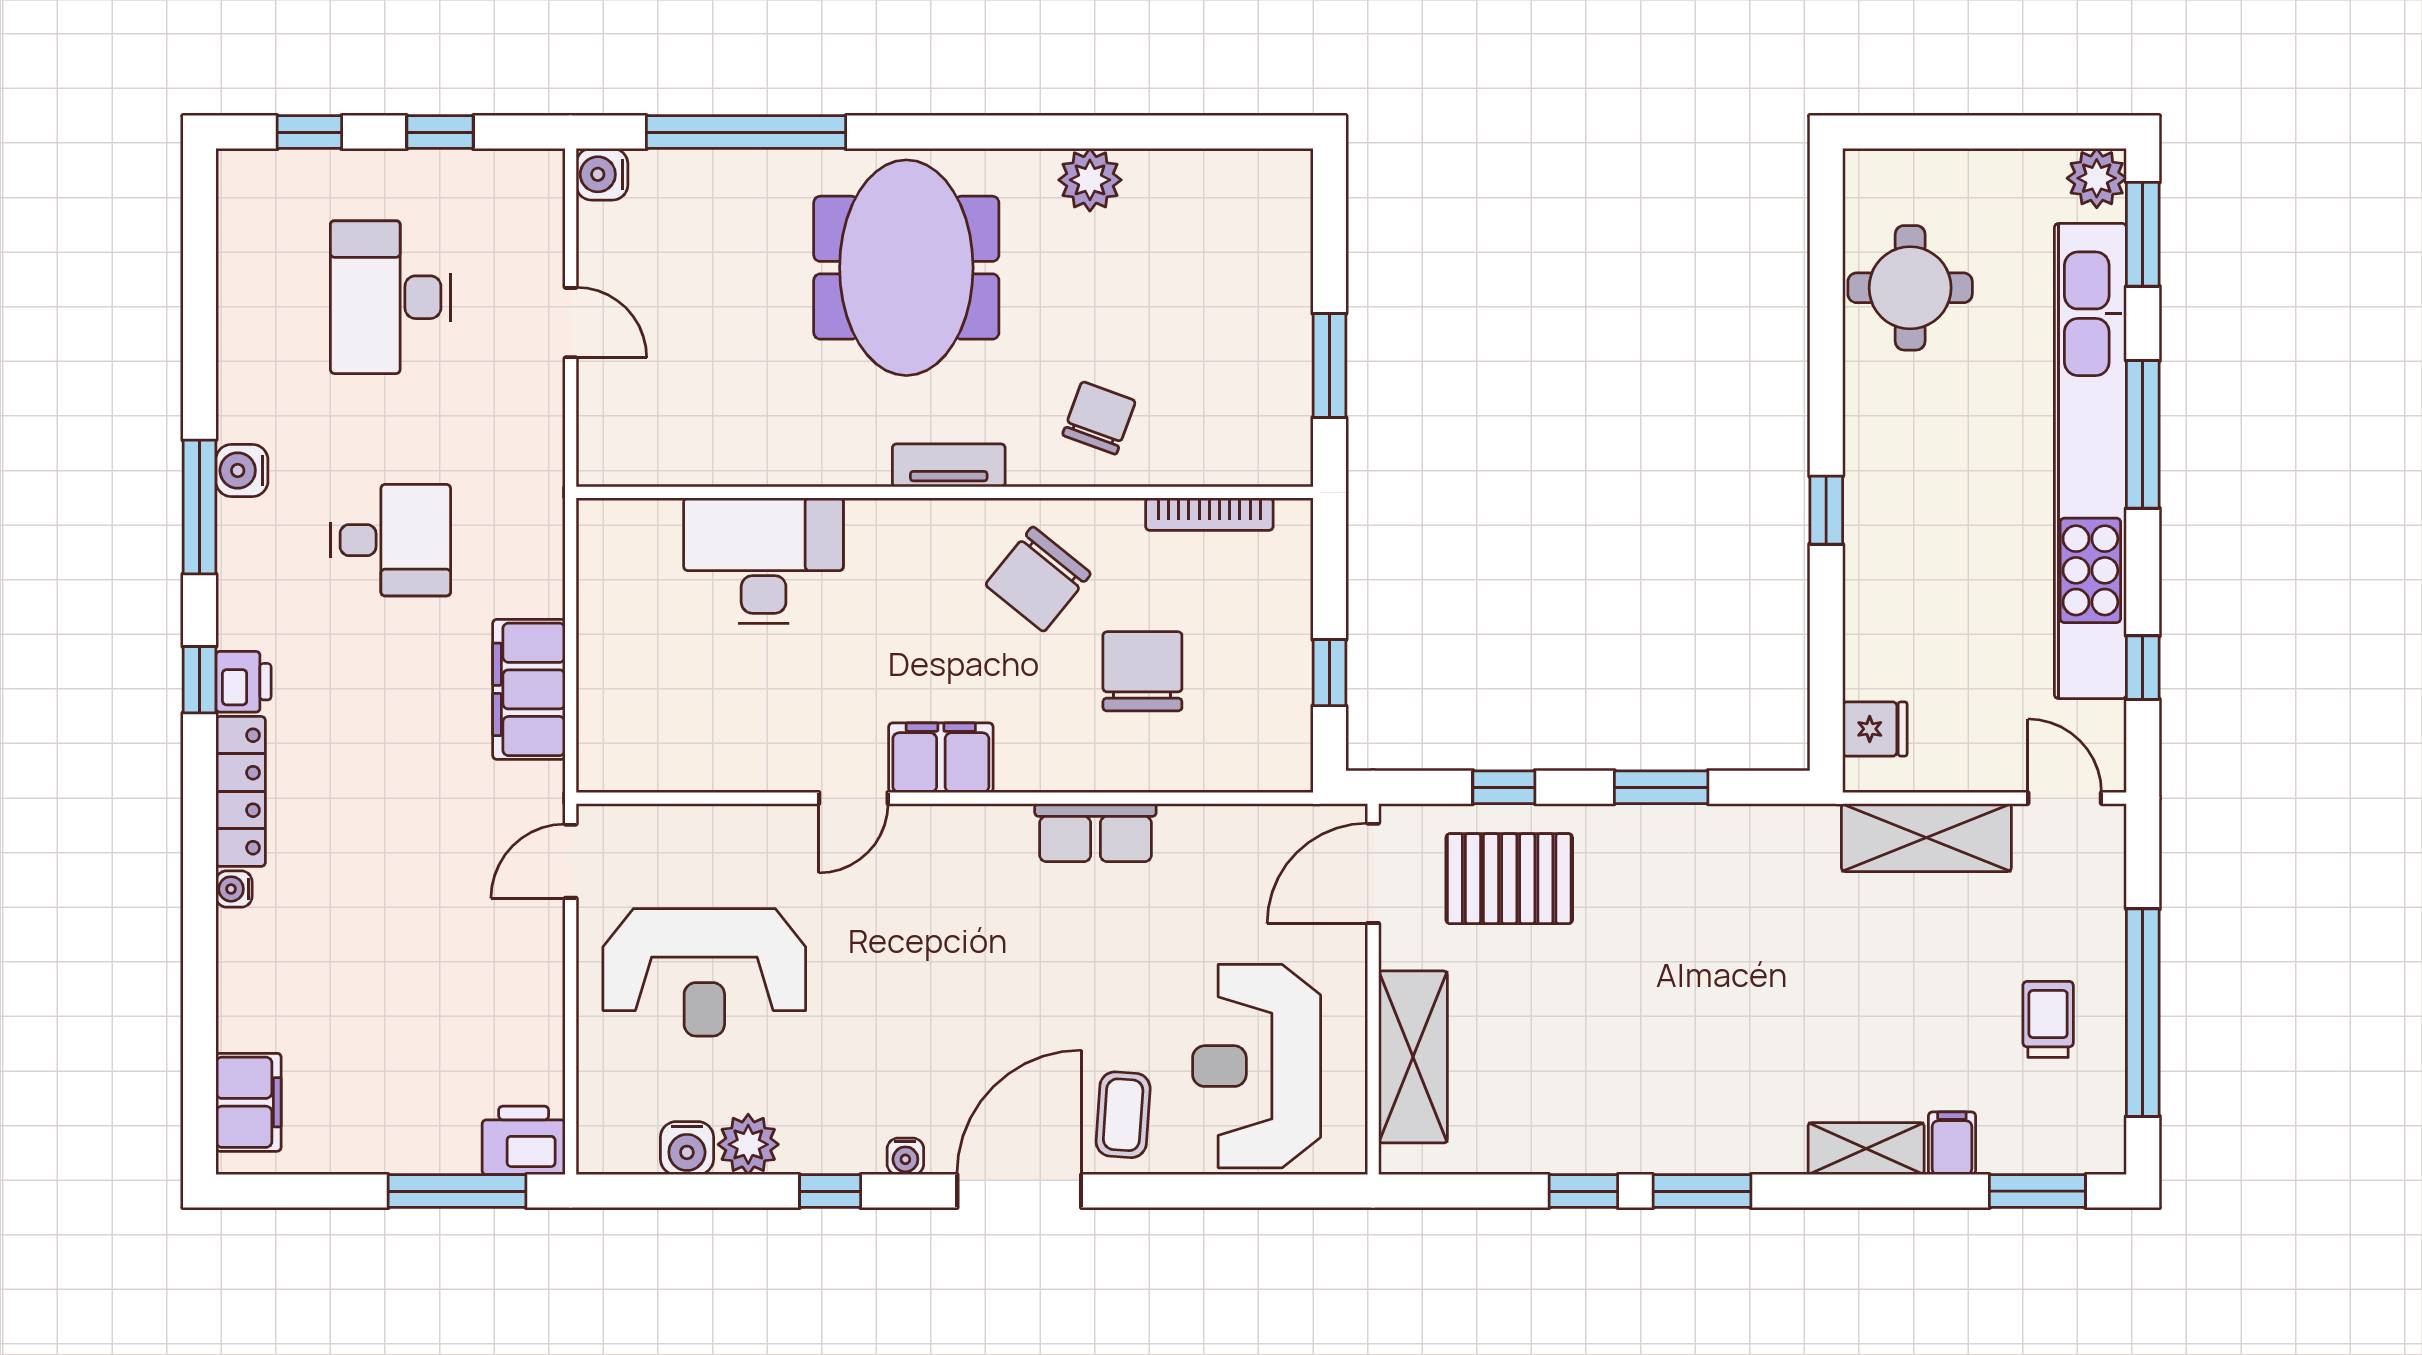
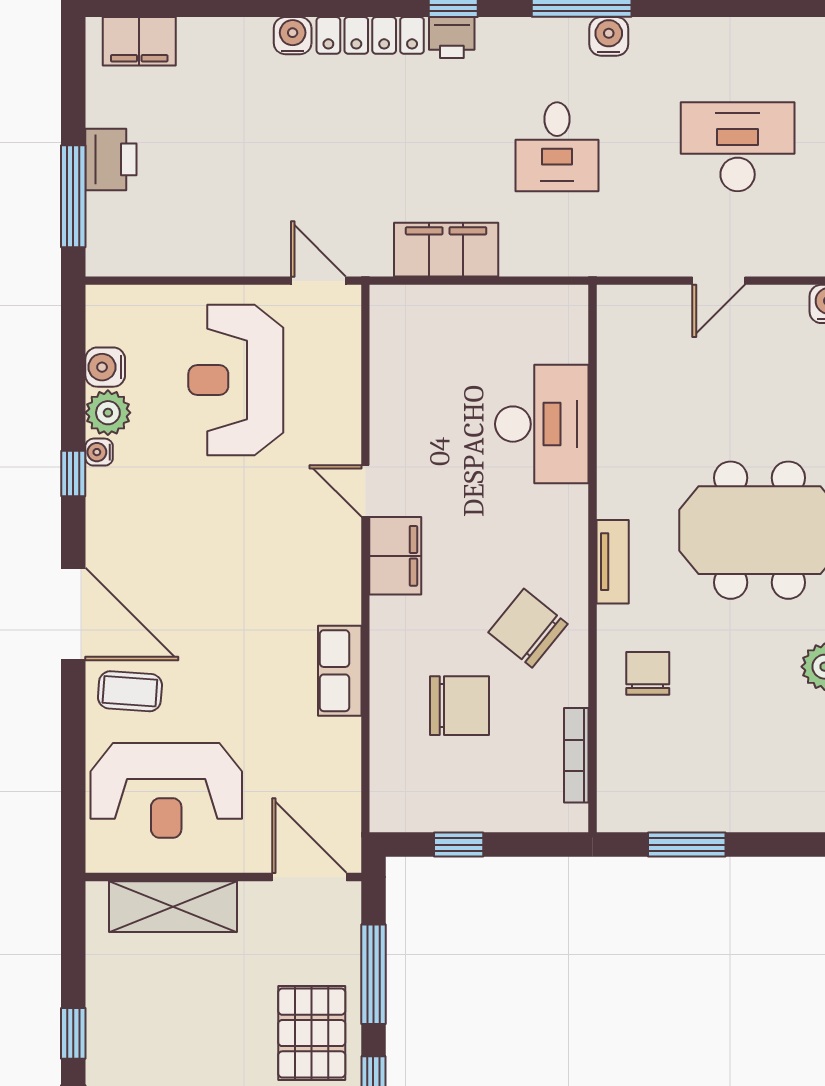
chair: (1099, 418) -> (648, 673), turned -110
window: (1504, 787) -> (373, 974), width x2.17
pallet: (1509, 879) -> (312, 1033), moved
water cooler: (234, 889) -> (293, 36), width x1.38, depth x1.38
reception desk: (1257, 1066) -> (166, 790), turned 180
printer: (524, 1140) -> (111, 159), moved
water cooler: (905, 1156) -> (99, 452), moved

